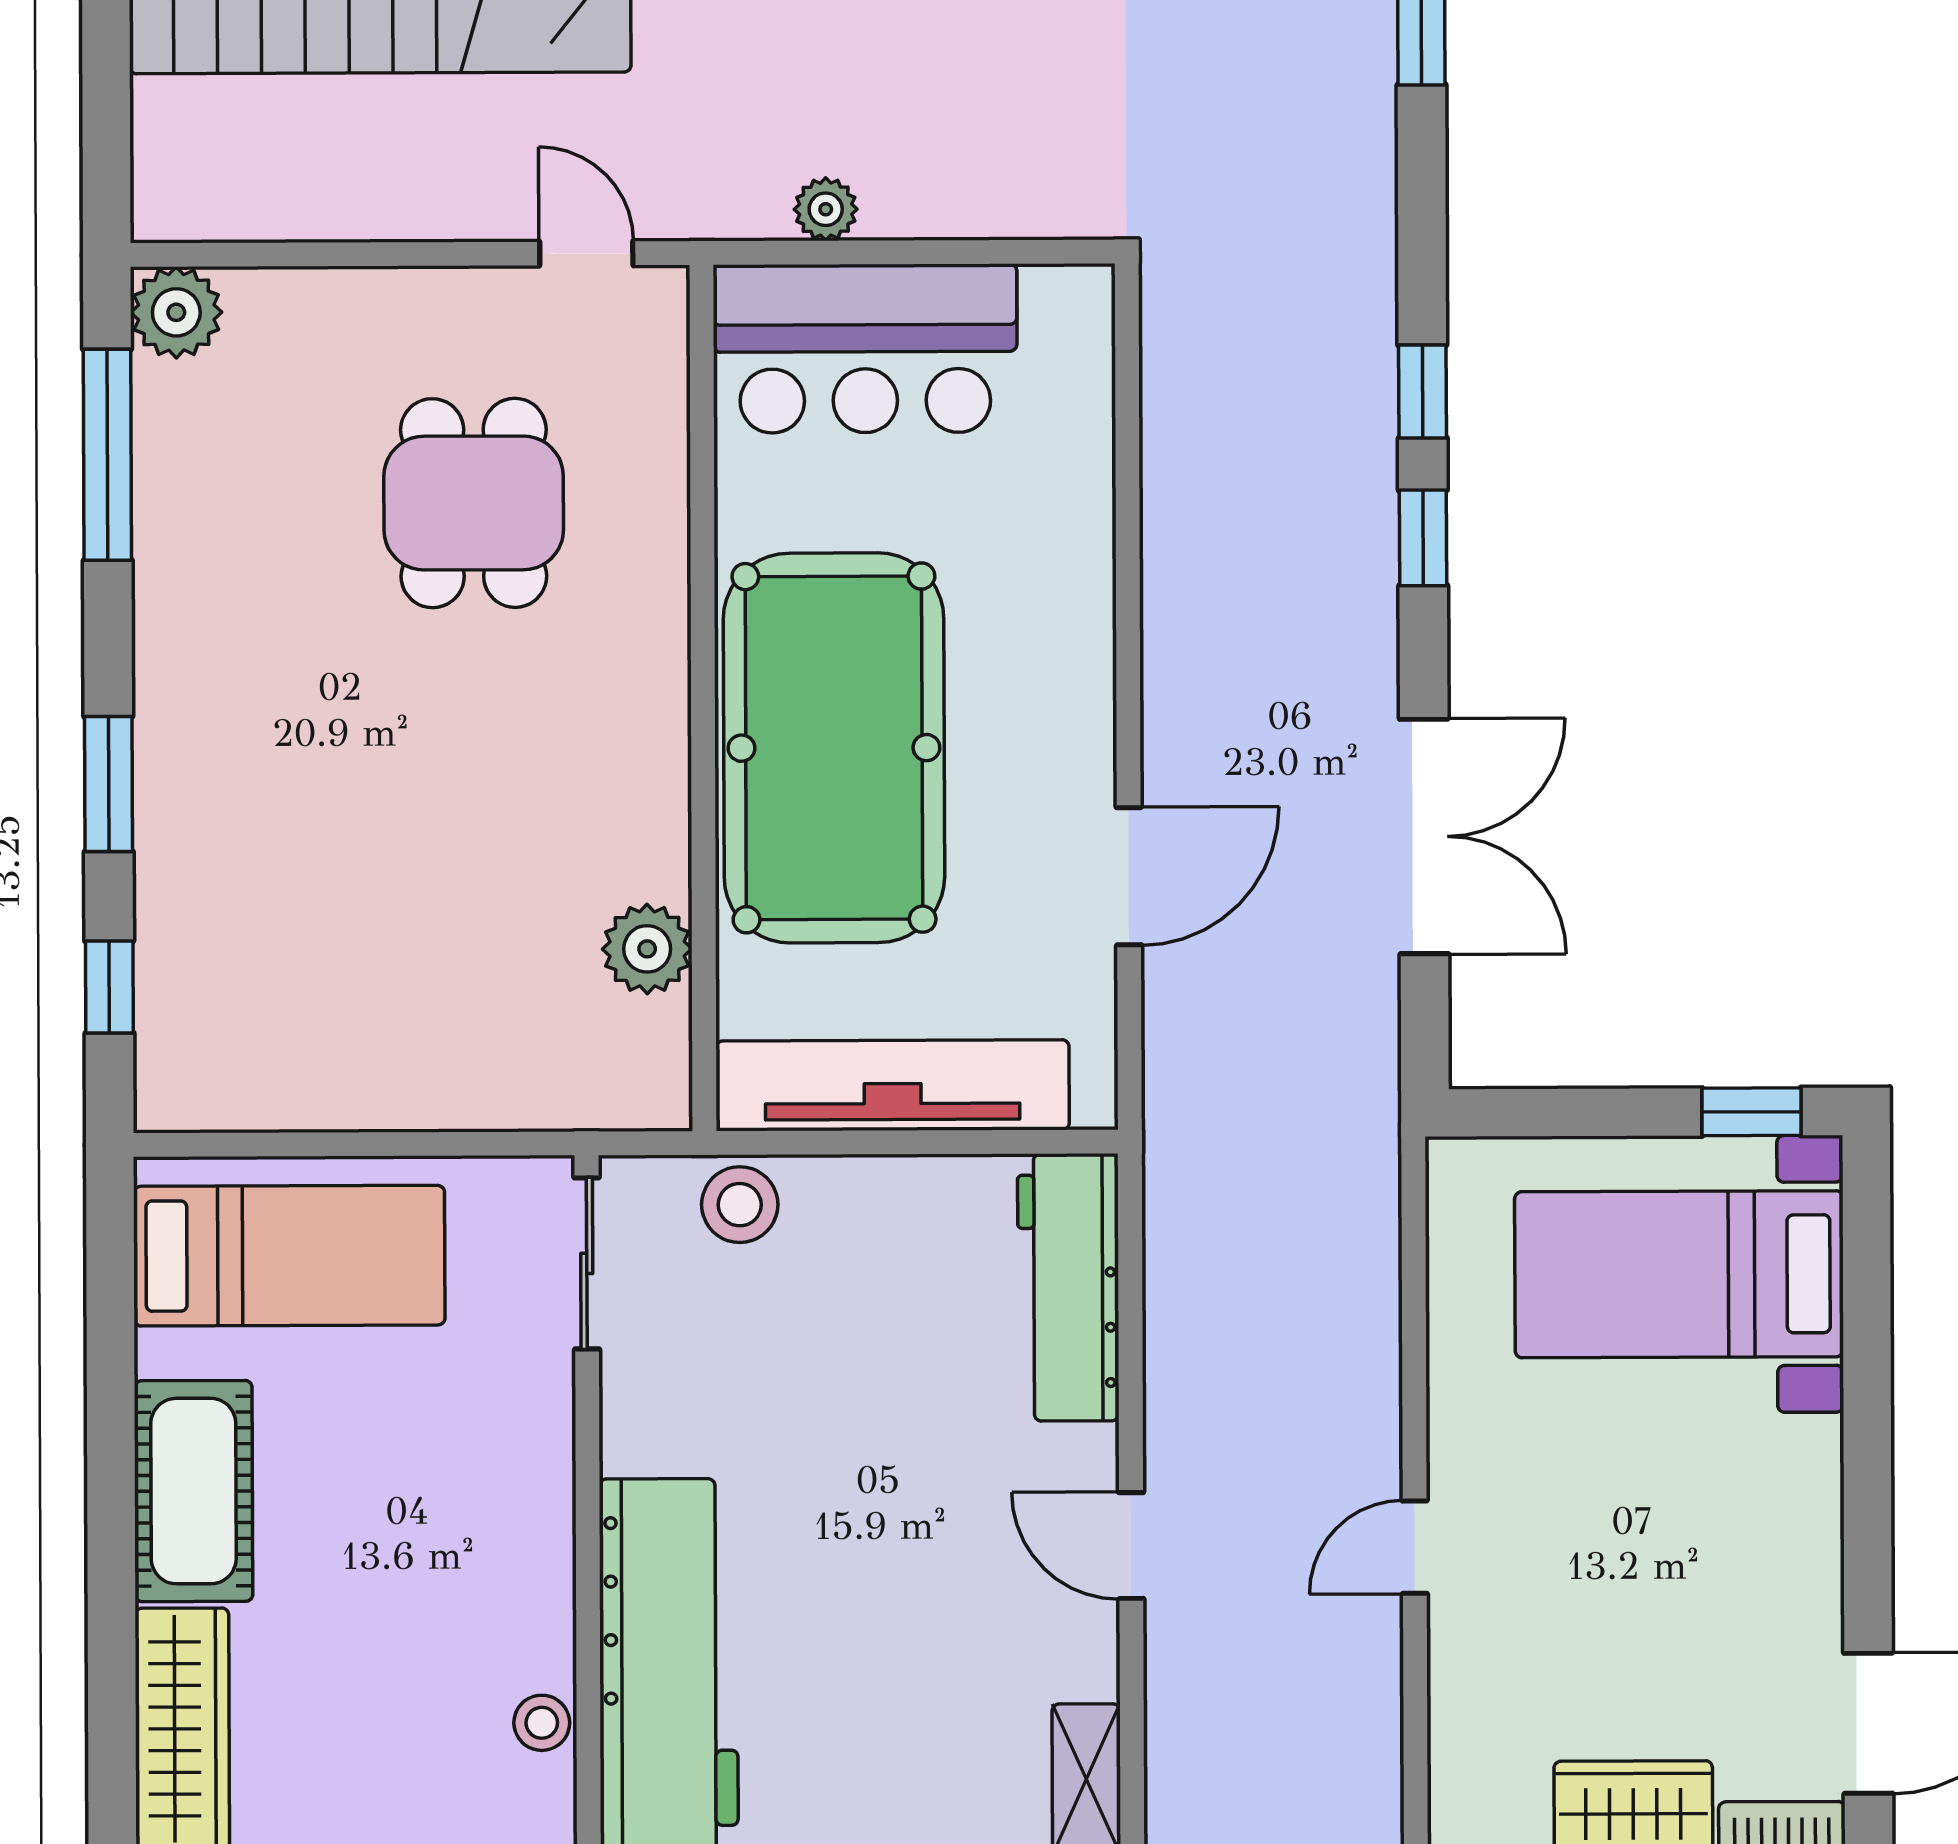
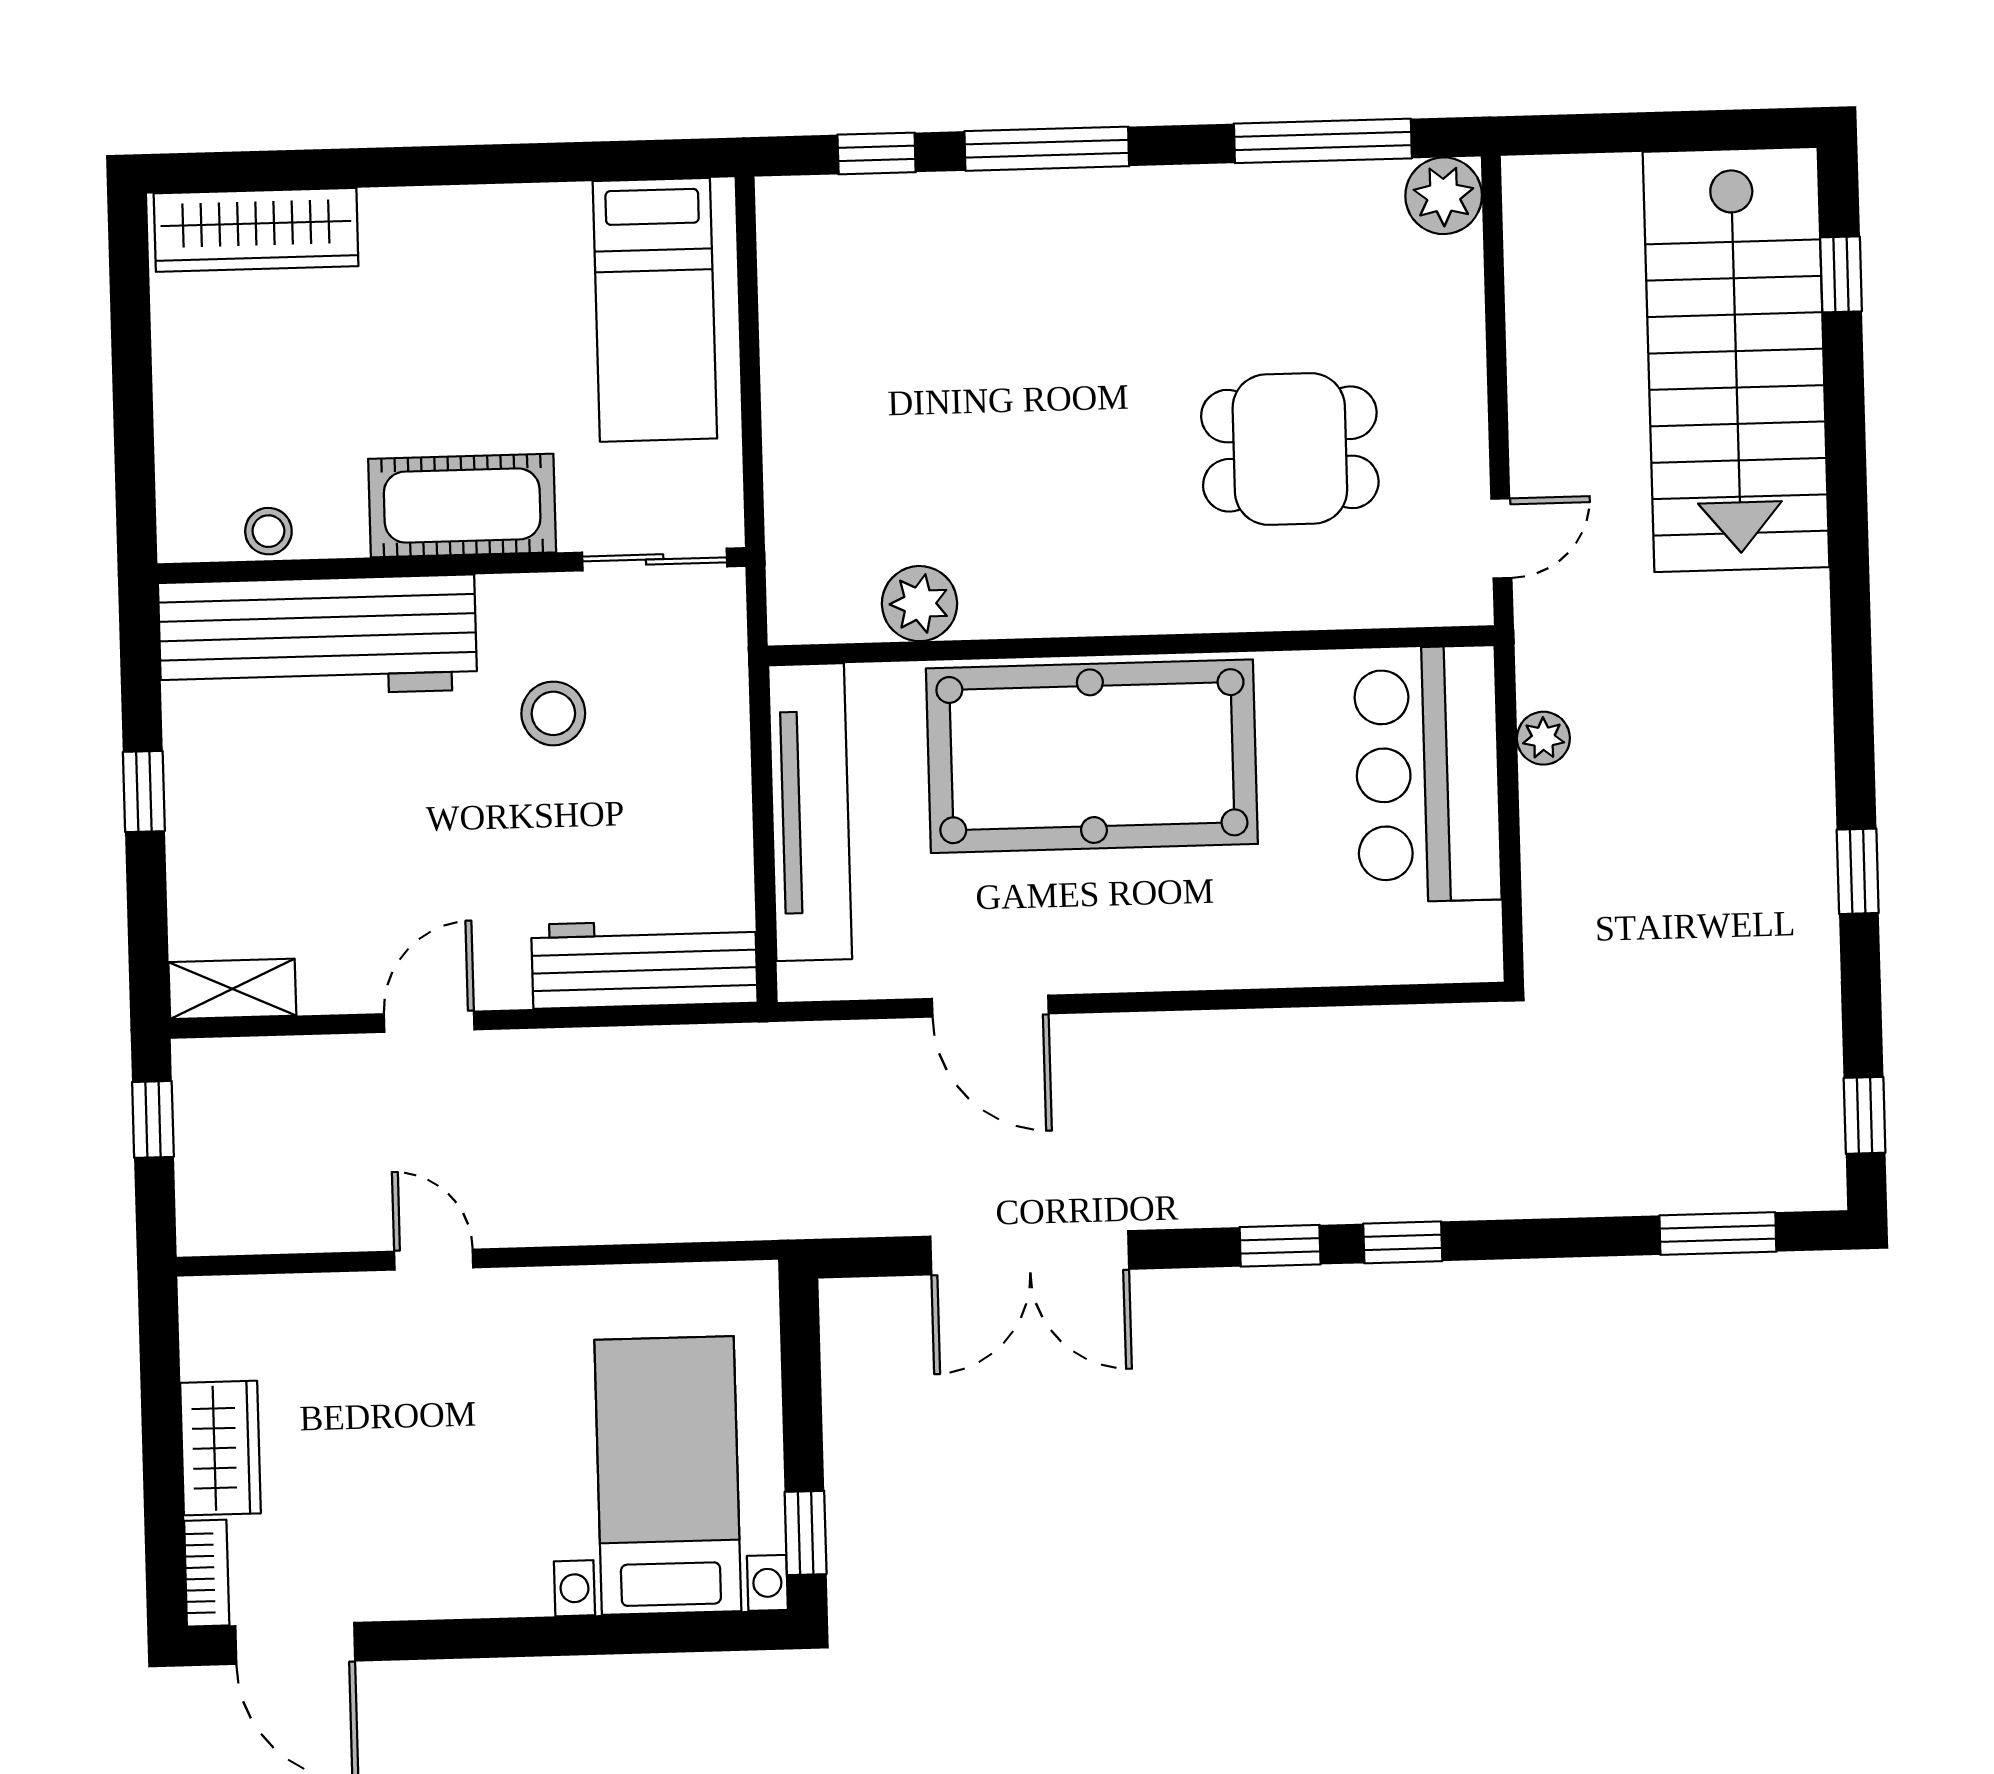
window: (109, 784) -> (1047, 149), width x1.44
stool: (740, 1205) -> (553, 713), moved
cot: (194, 1491) -> (462, 506), moved

